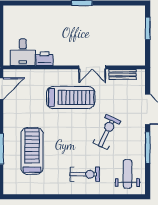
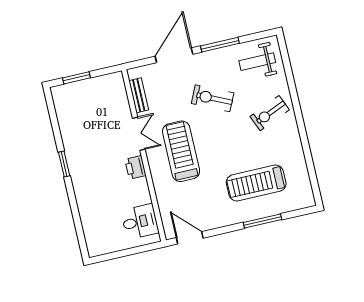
printer: (45, 59) -> (135, 167), moved
exercise bike: (85, 174) -> (270, 113), turned -113

